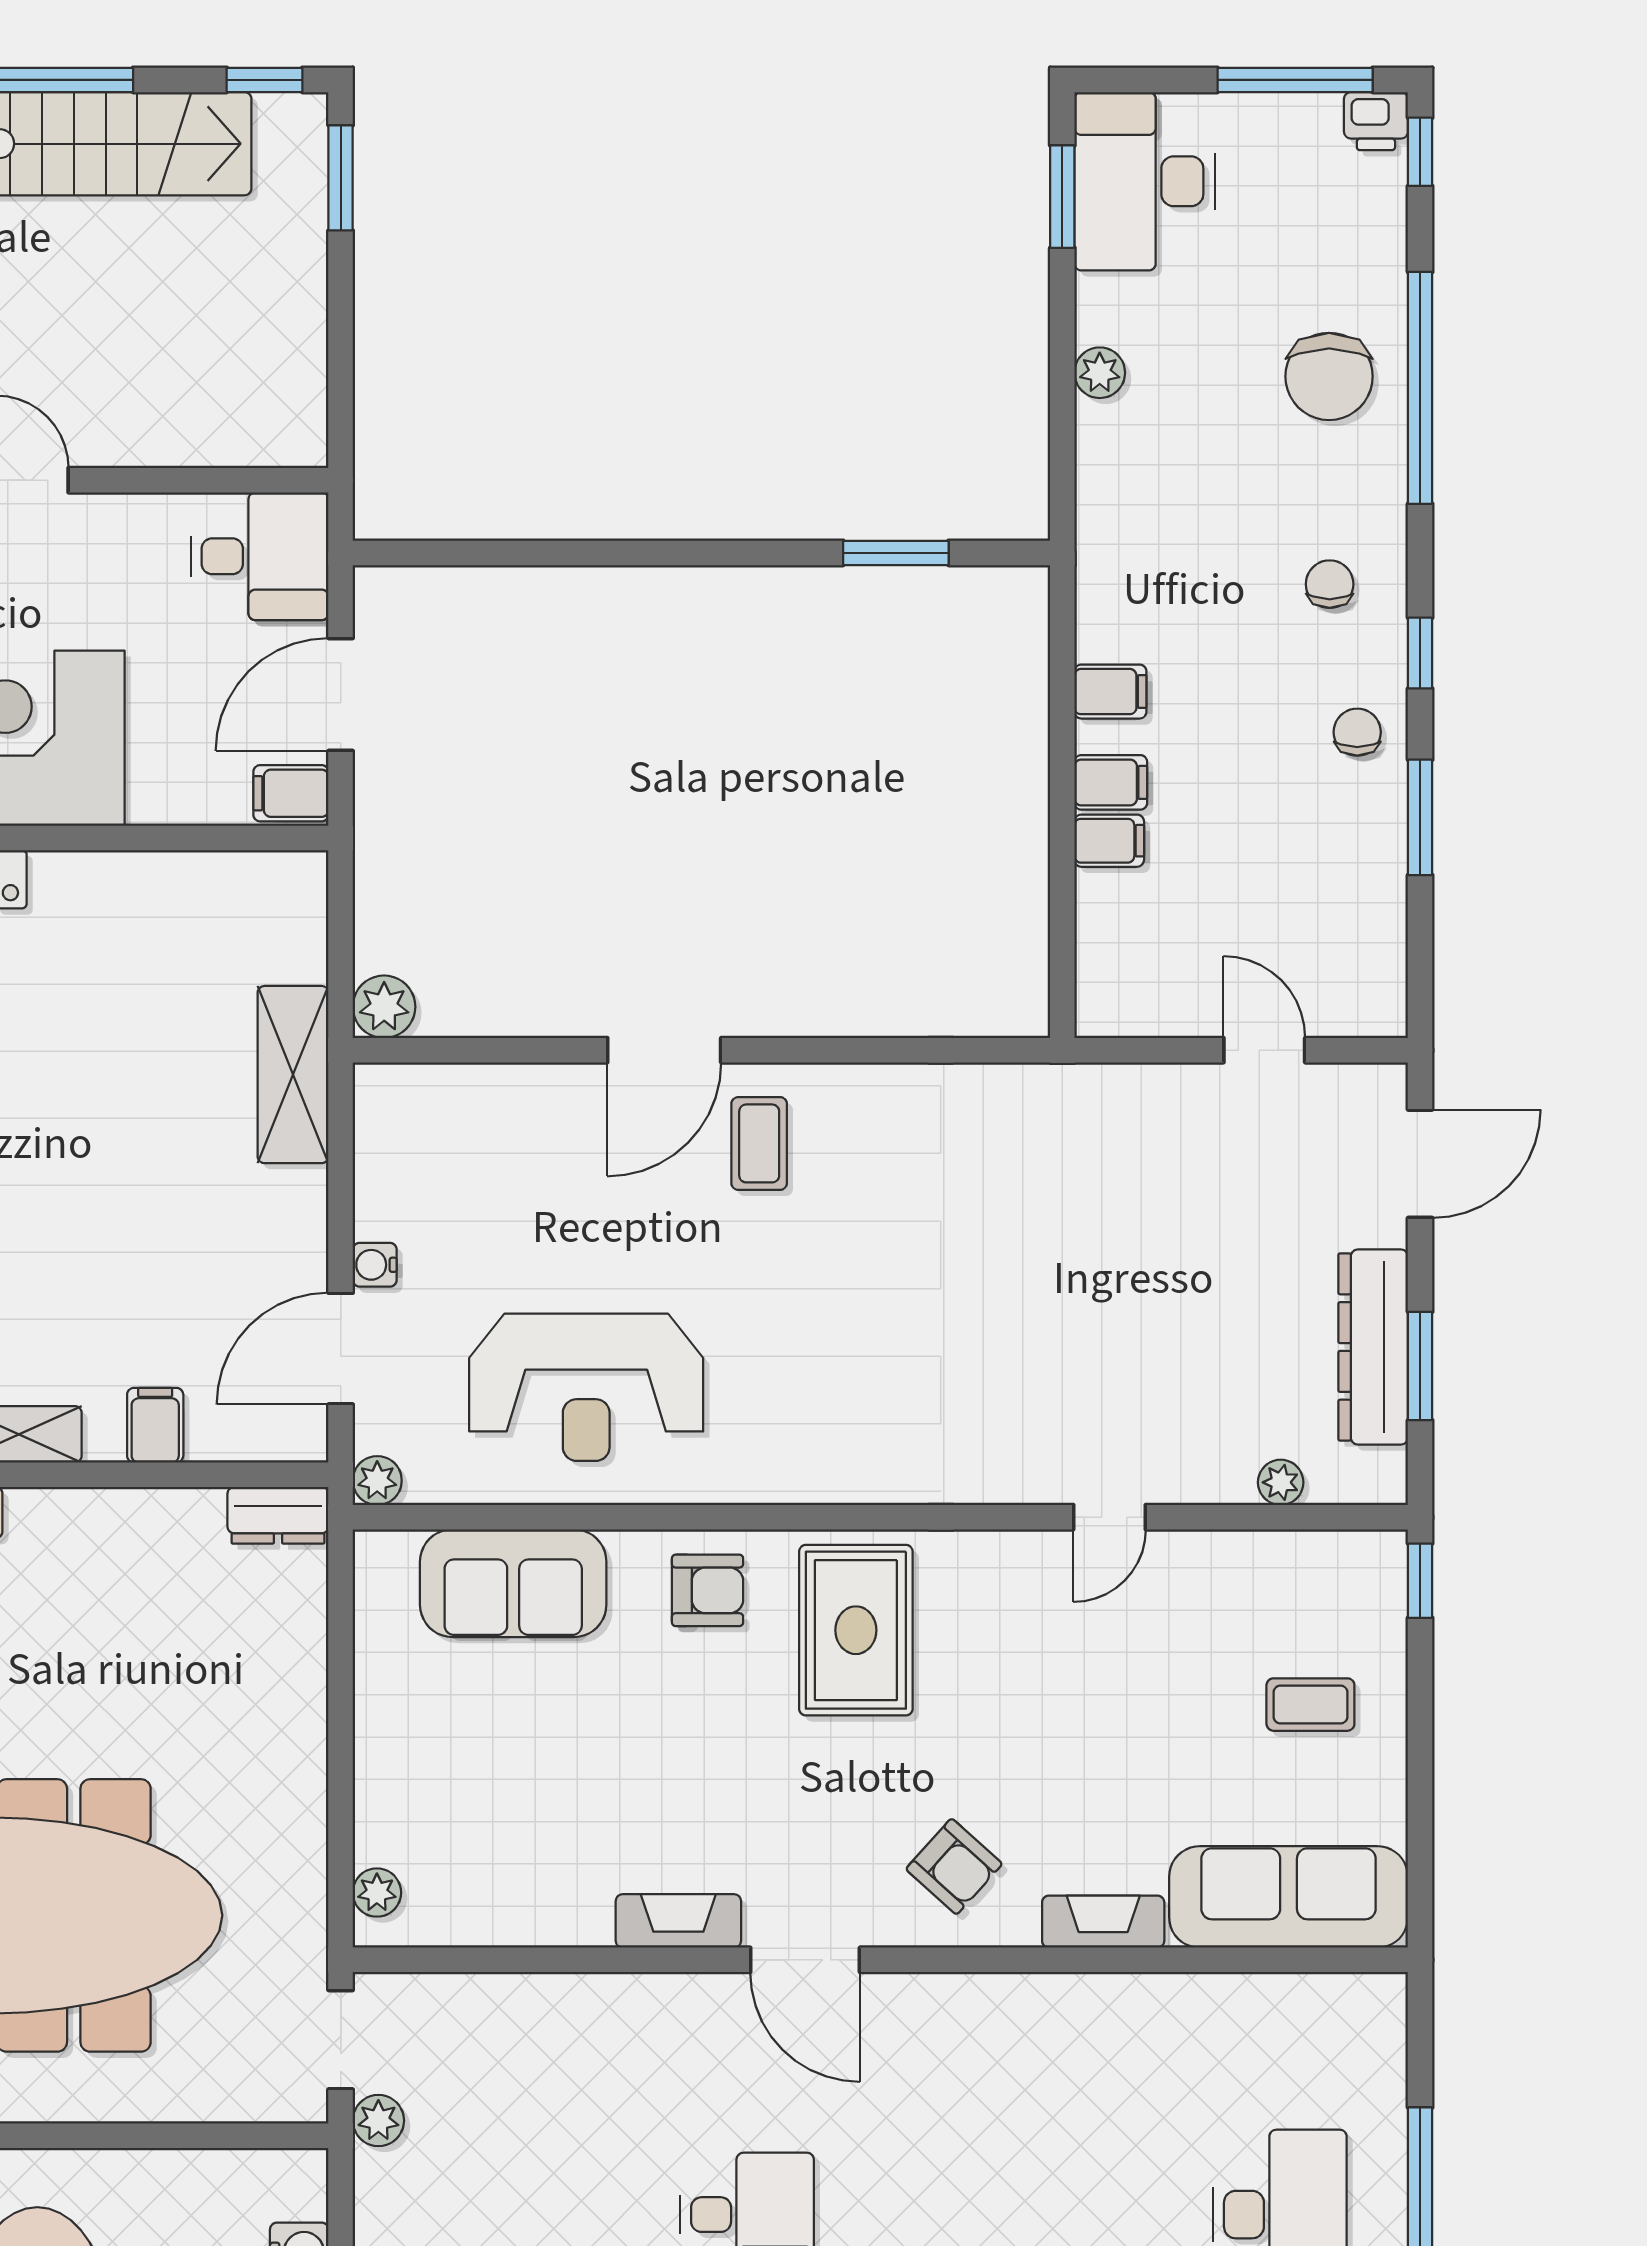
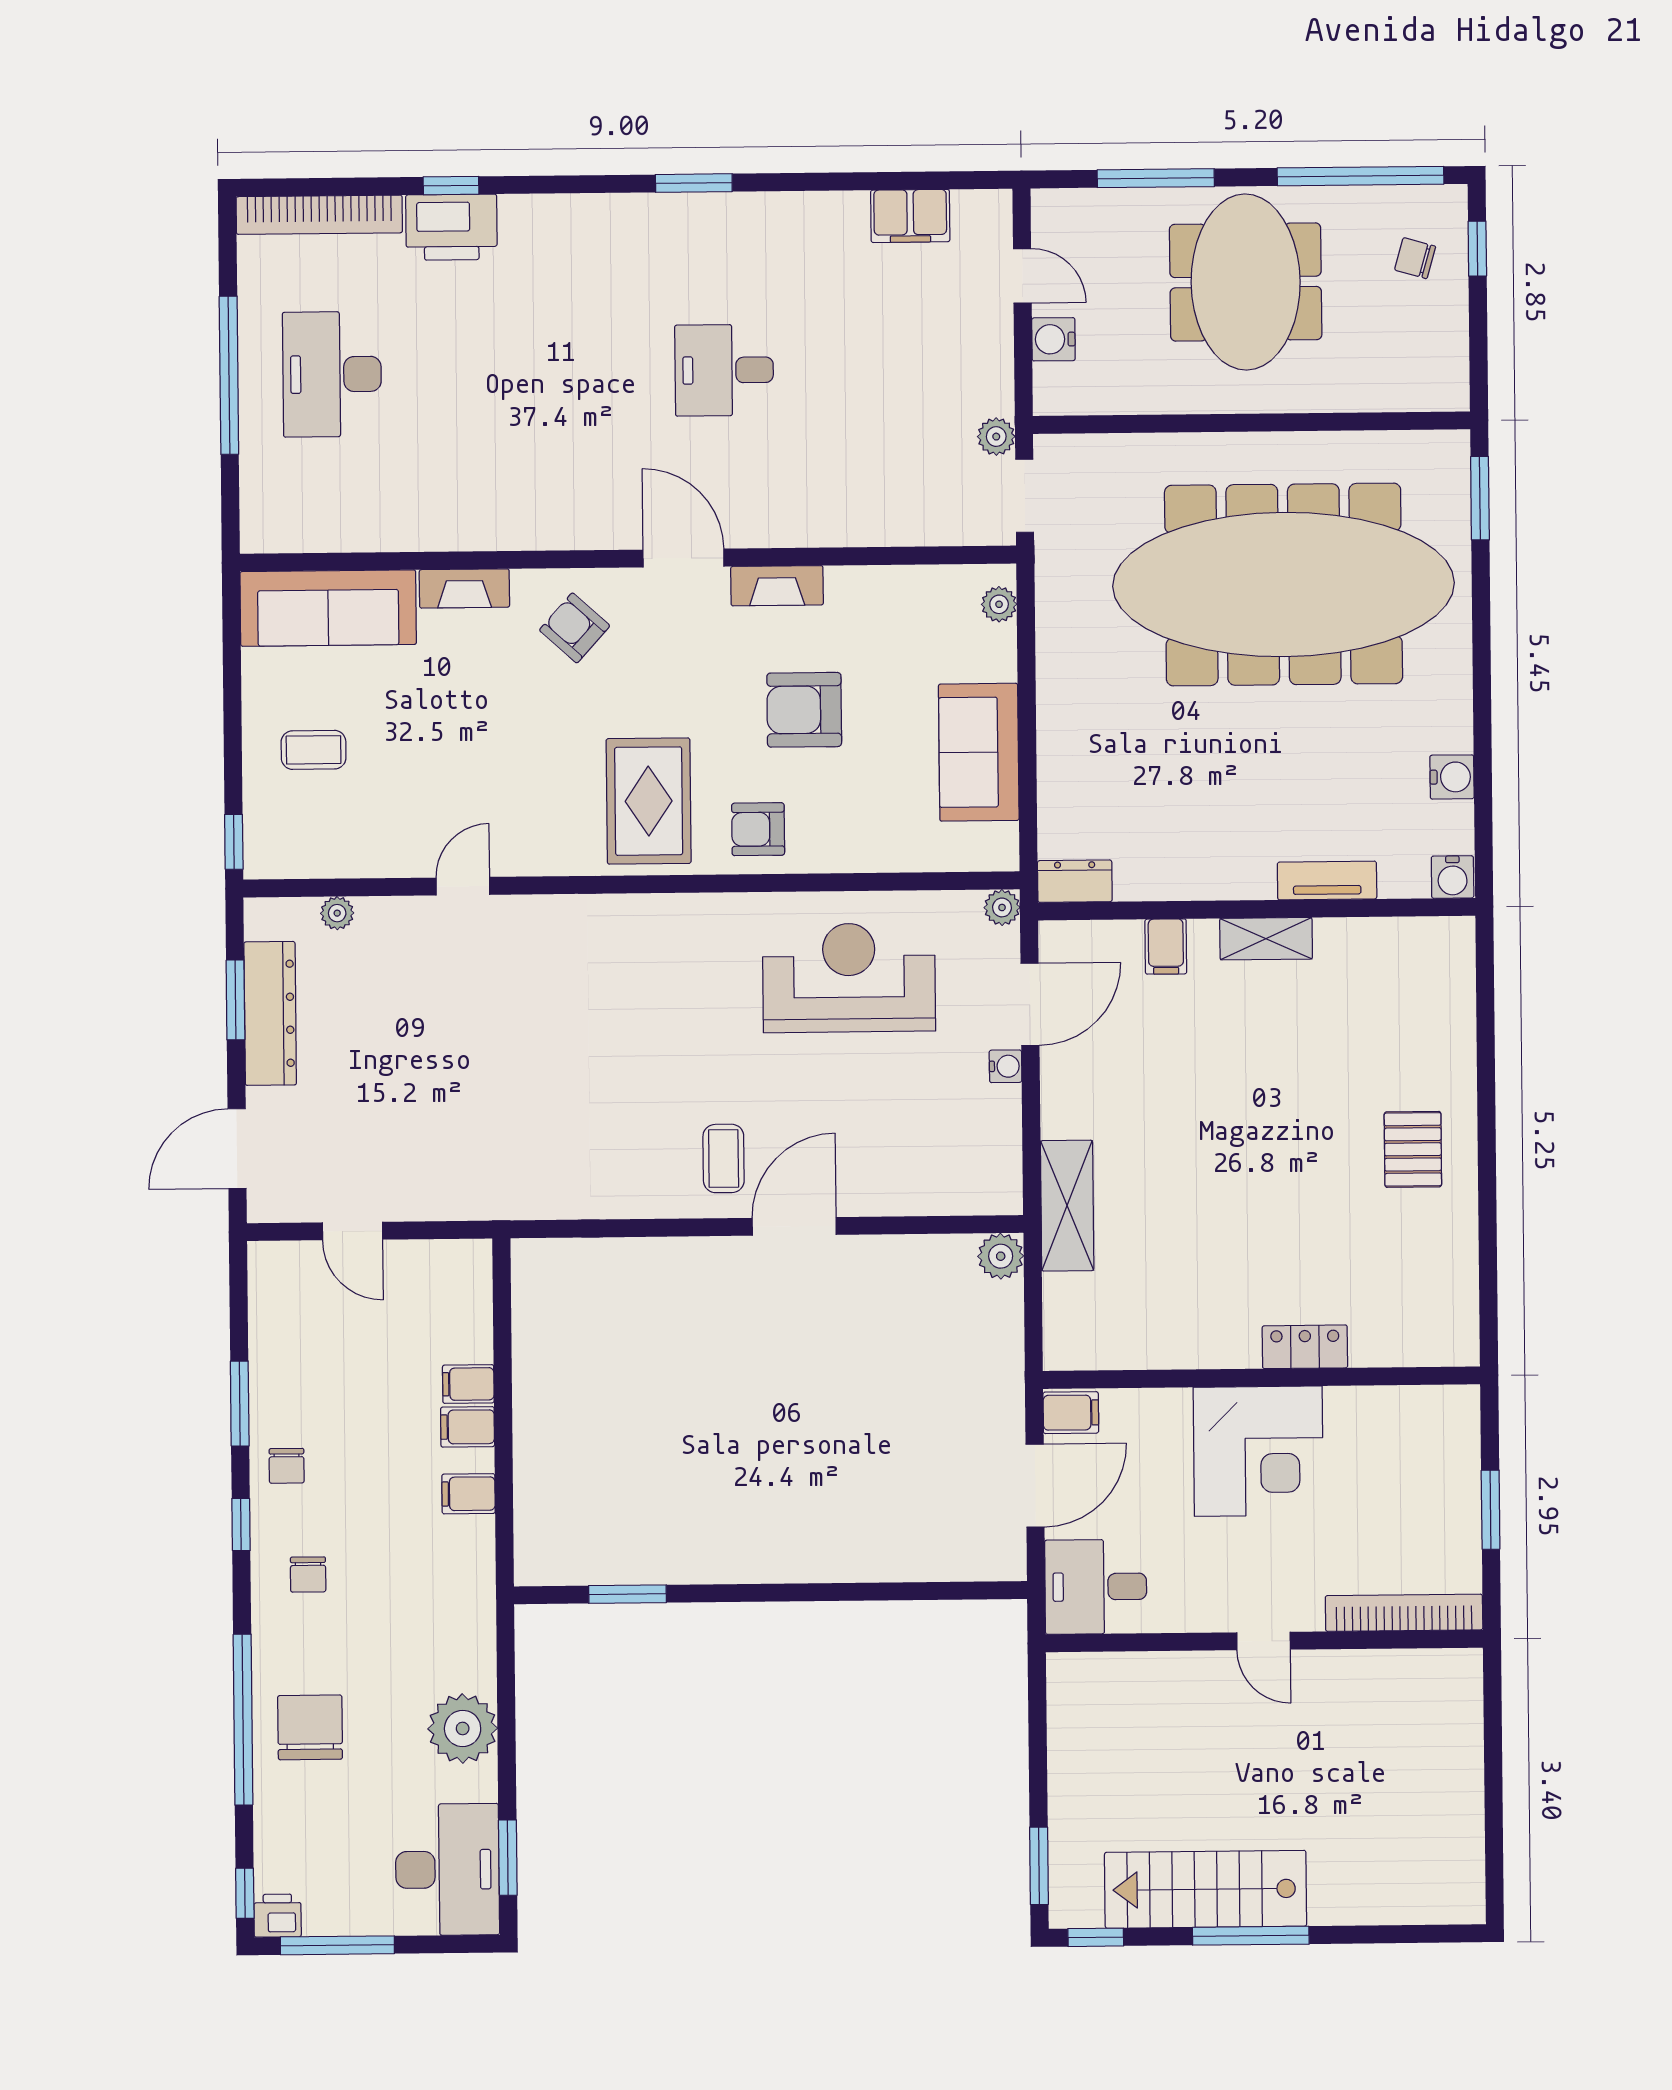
plant: (1100, 373) -> (463, 1728), width x1.88, depth x1.88
sofa: (513, 1583) -> (979, 752), moved, turned -90
armchair: (643, 1752) -> (804, 710), added

